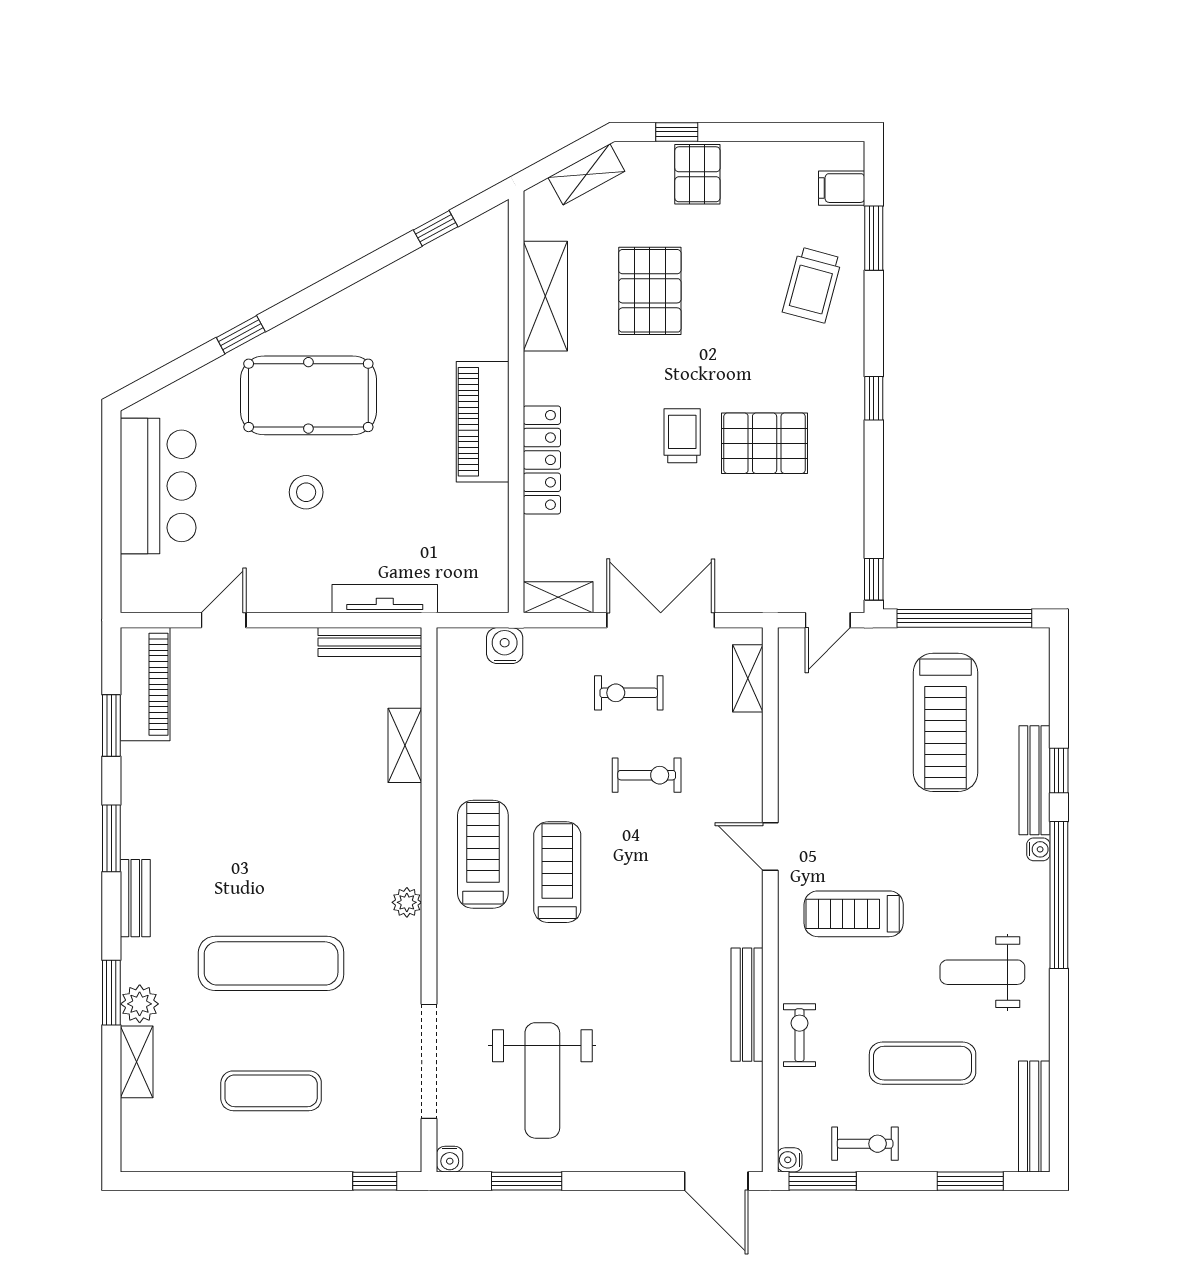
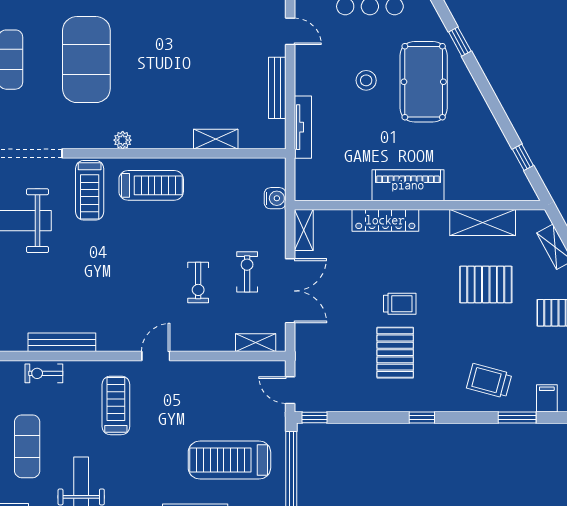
bench: (370, 642) -> (277, 88), moved
treadmill: (557, 872) -> (90, 190), moved, turned 90
exercise mat: (271, 963) -> (86, 60), width x1.47
exercise bike: (799, 1035) -> (44, 373), turned 180

